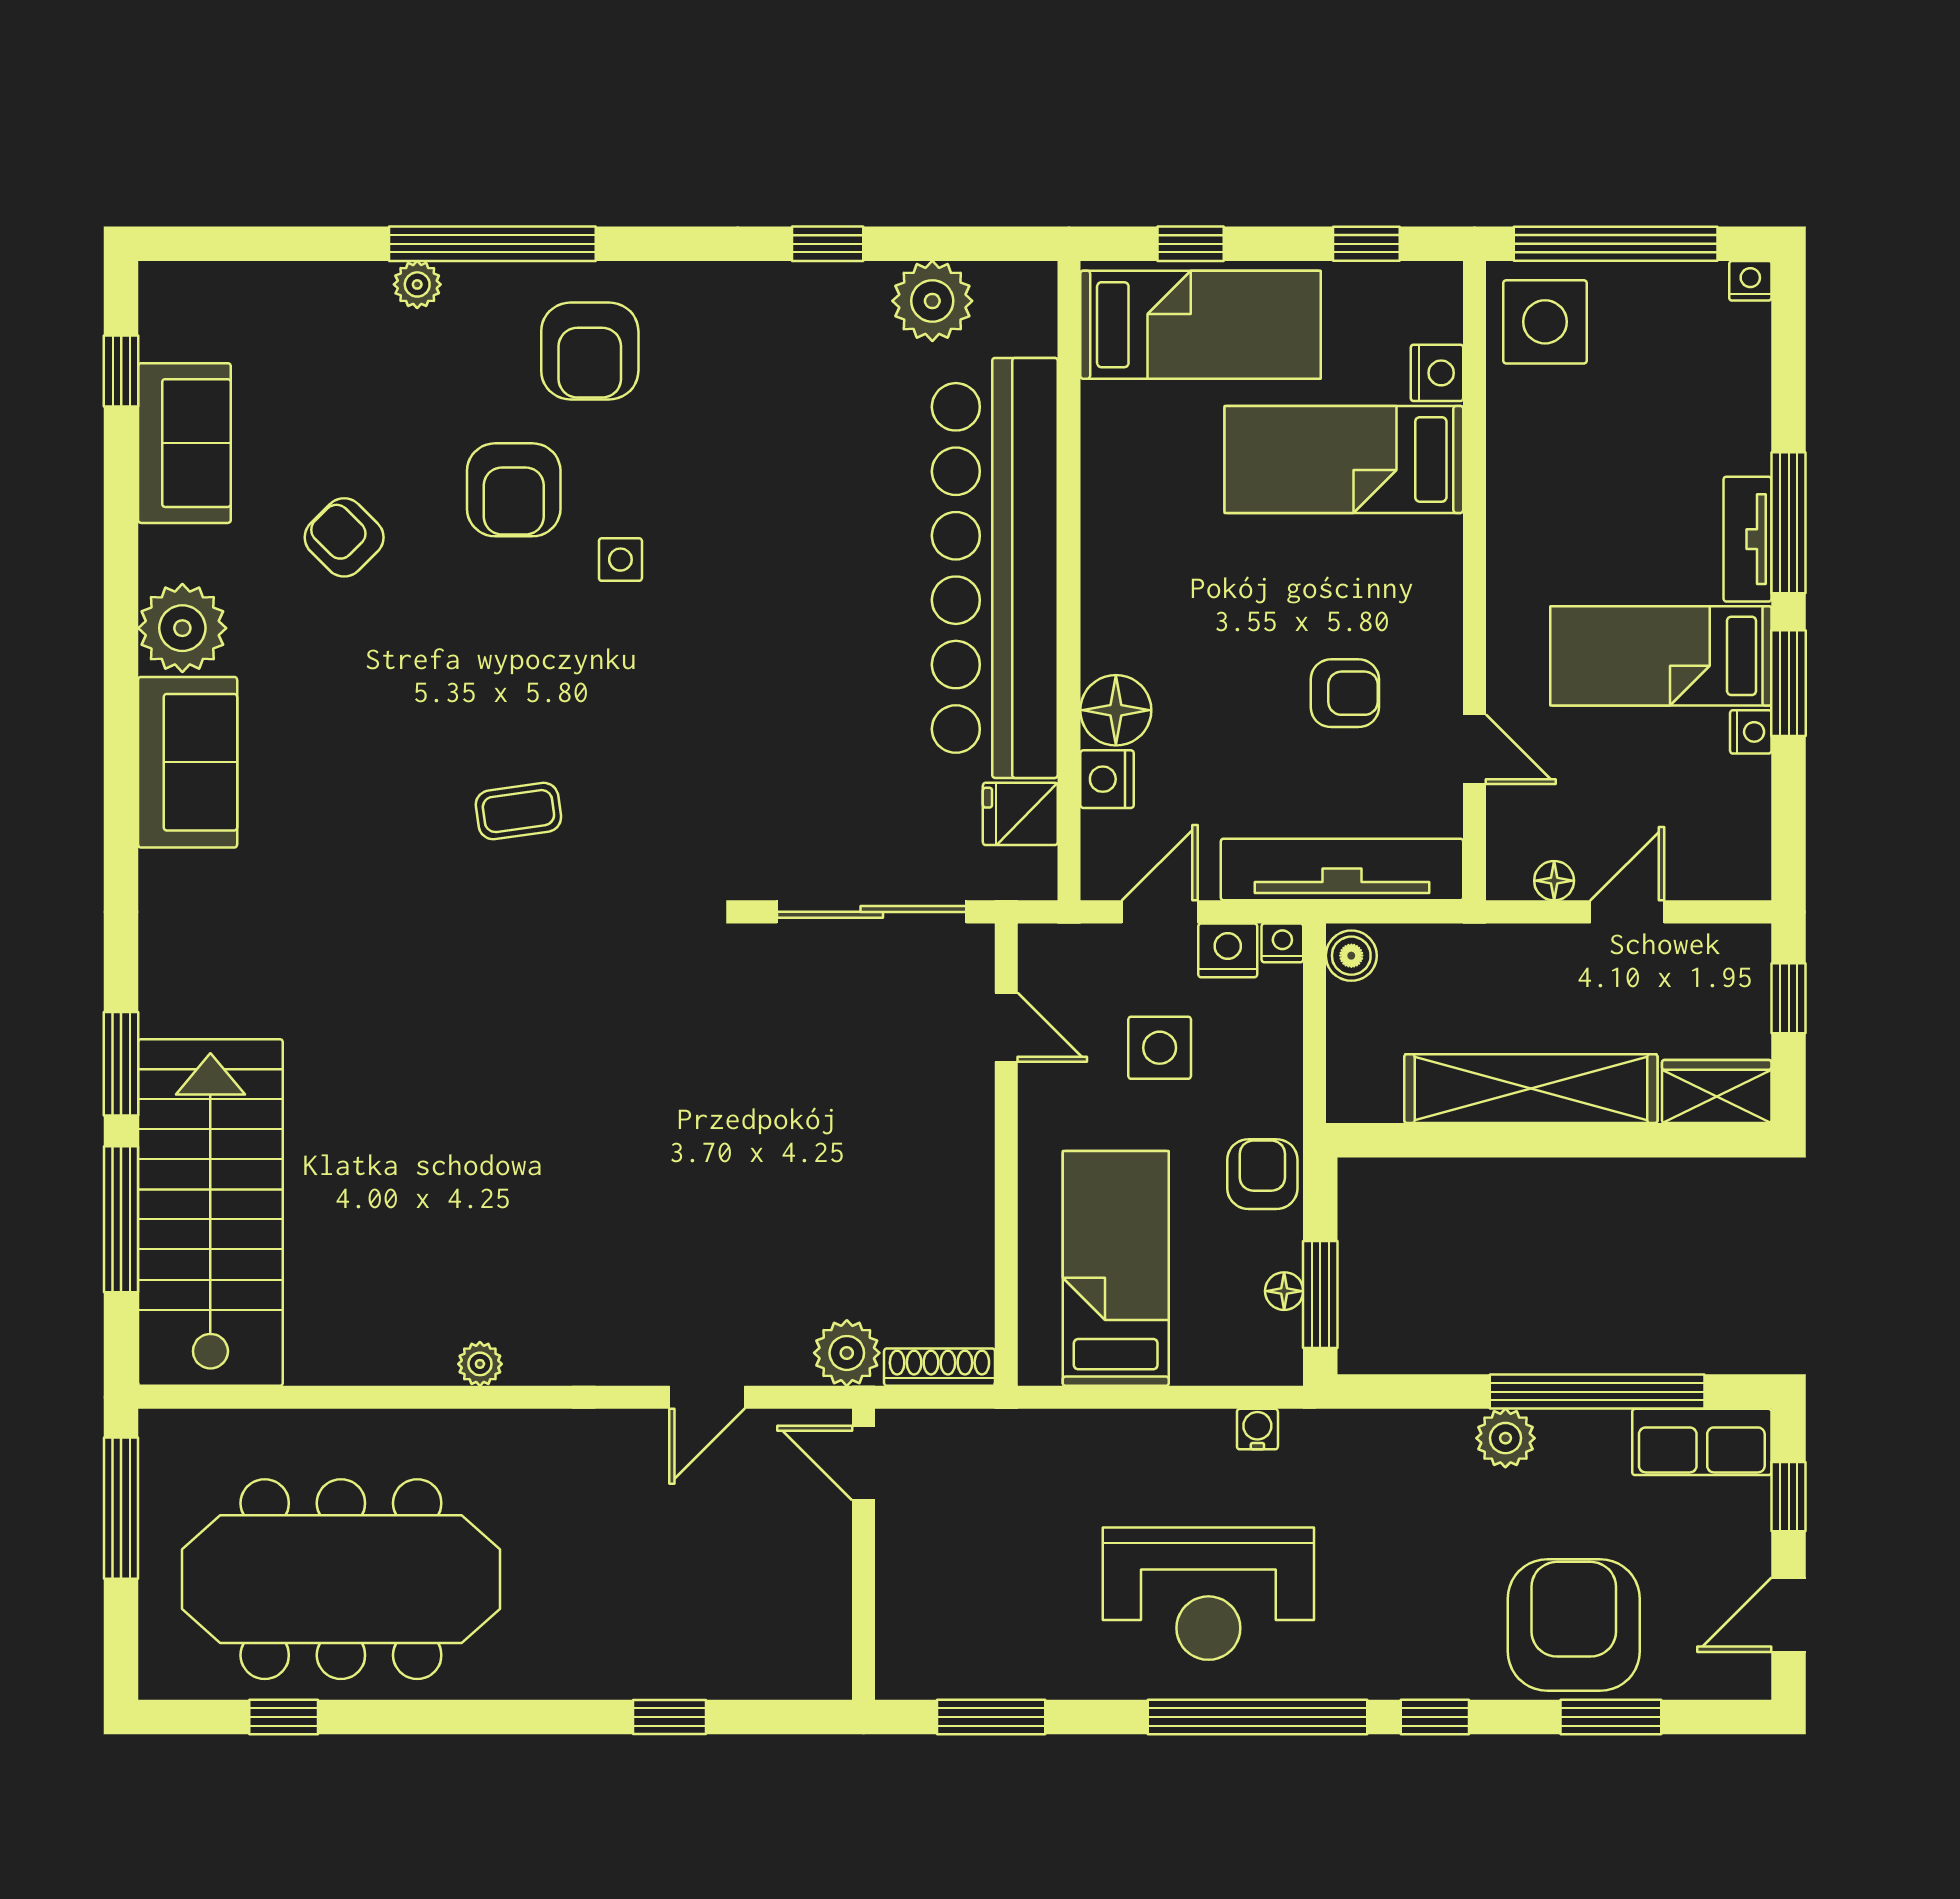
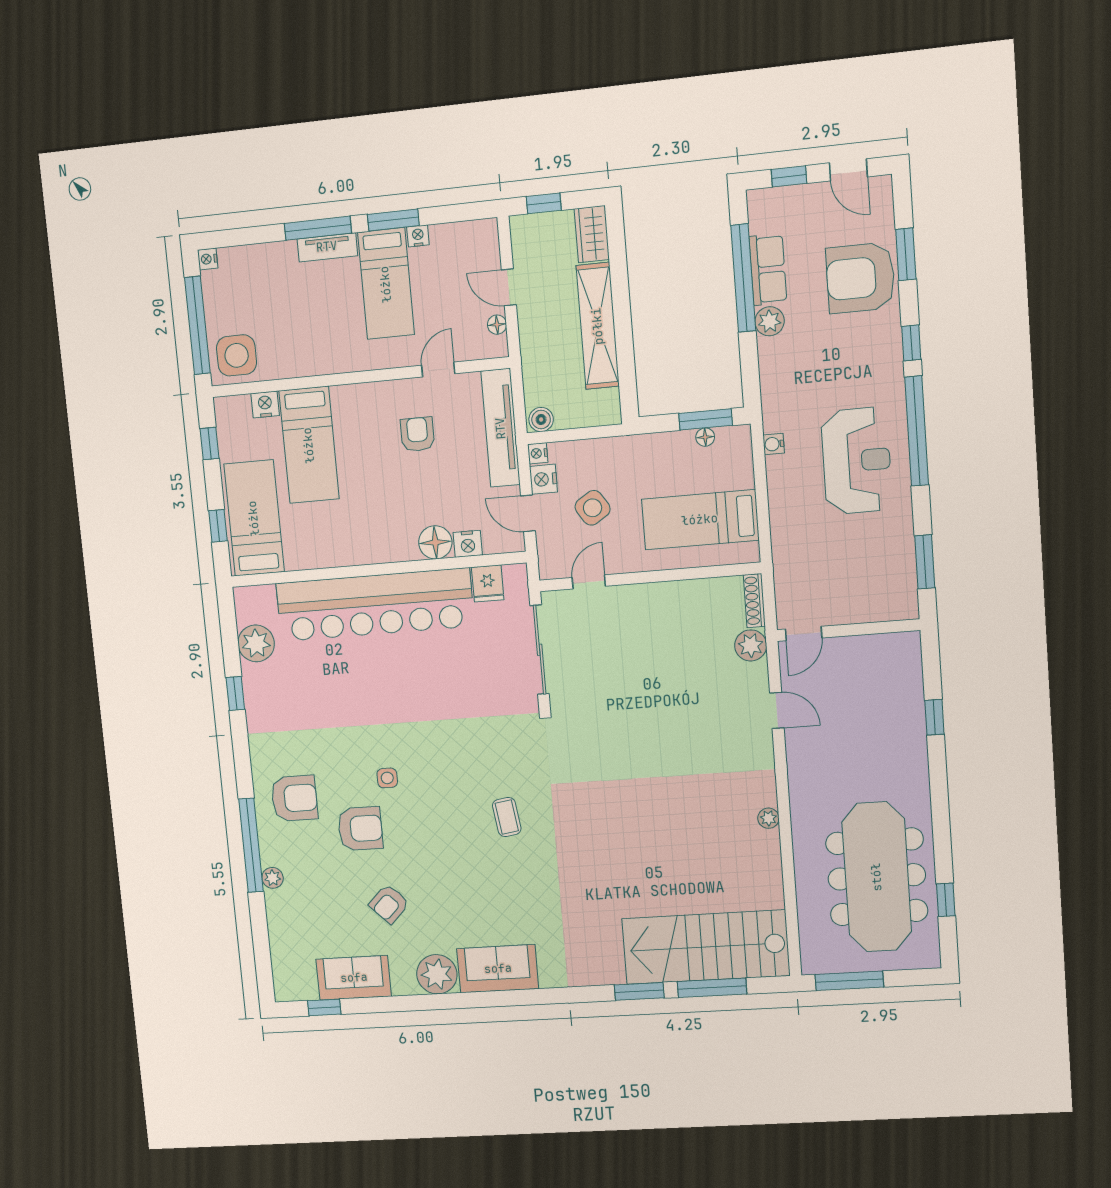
side table: (1160, 1048) -> (593, 508), turned -33
armchair: (1262, 1174) -> (649, 453), removed
row of seats: (1702, 1442) -> (768, 270), moved

